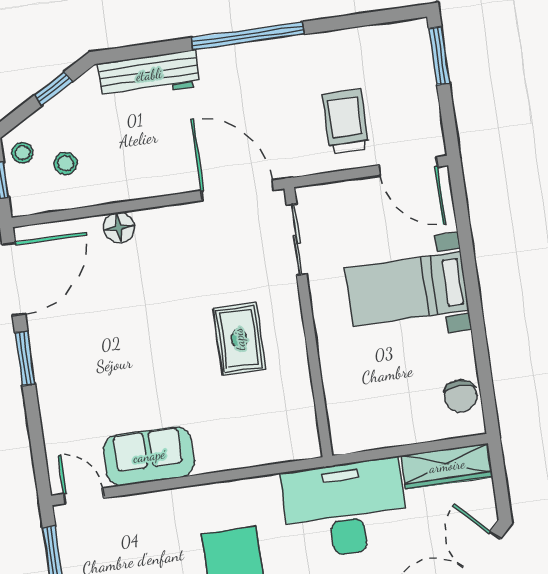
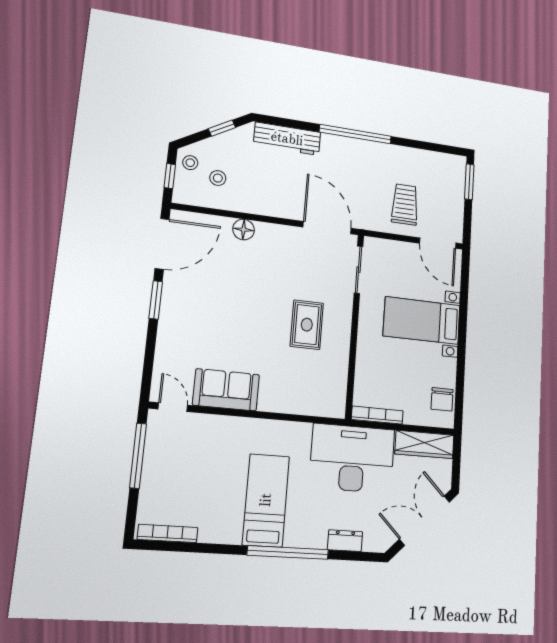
bookcase: (368, 441) -> (377, 415), added

